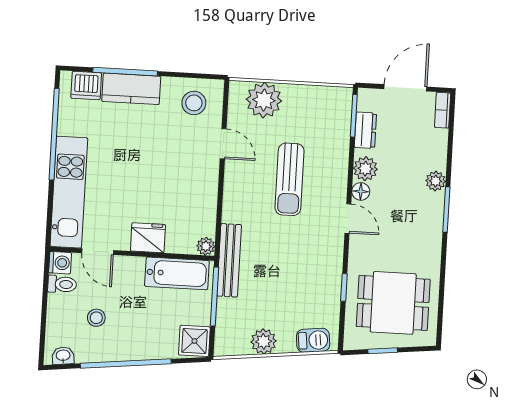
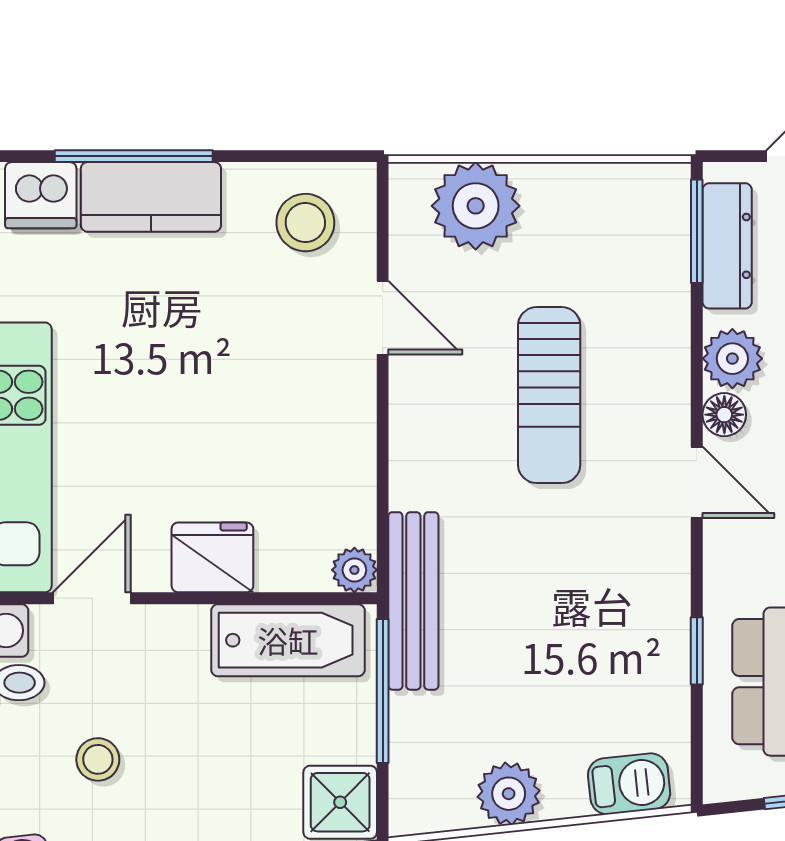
dresser: (365, 130) -> (727, 246), width x1.44
door: (98, 252) -> (92, 598), swing flipped

